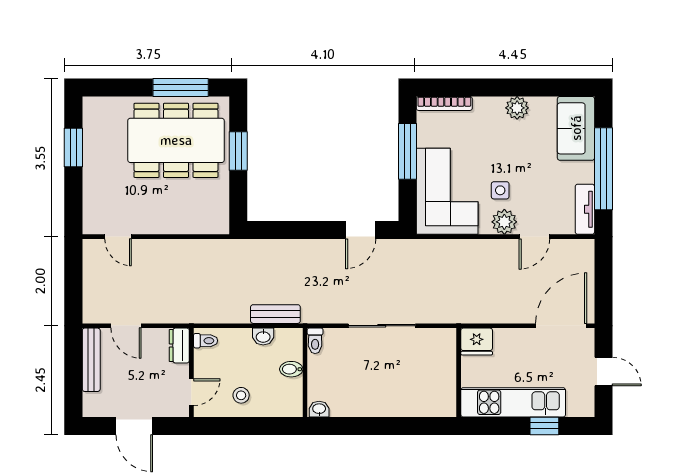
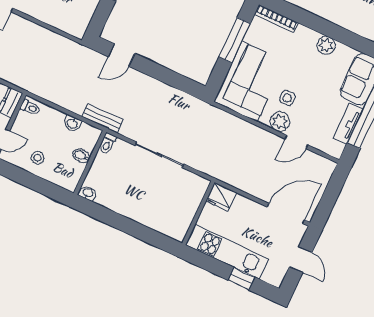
tv unit: (585, 209) -> (348, 124), moved
door: (361, 230) -> (122, 55), moved
bench: (275, 314) -> (102, 118), moved

